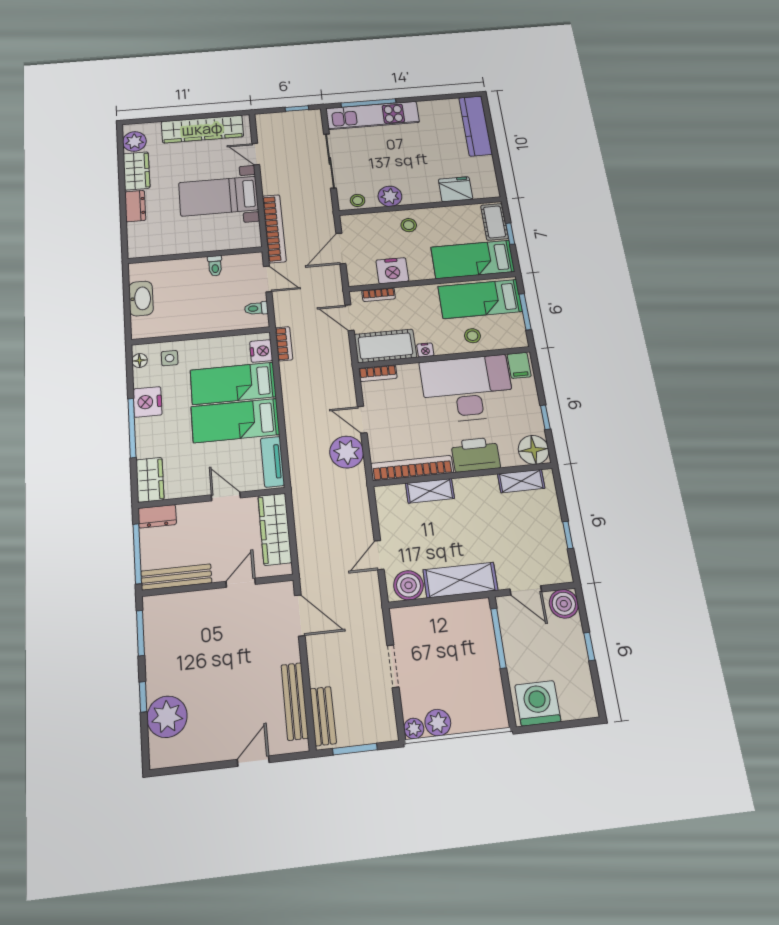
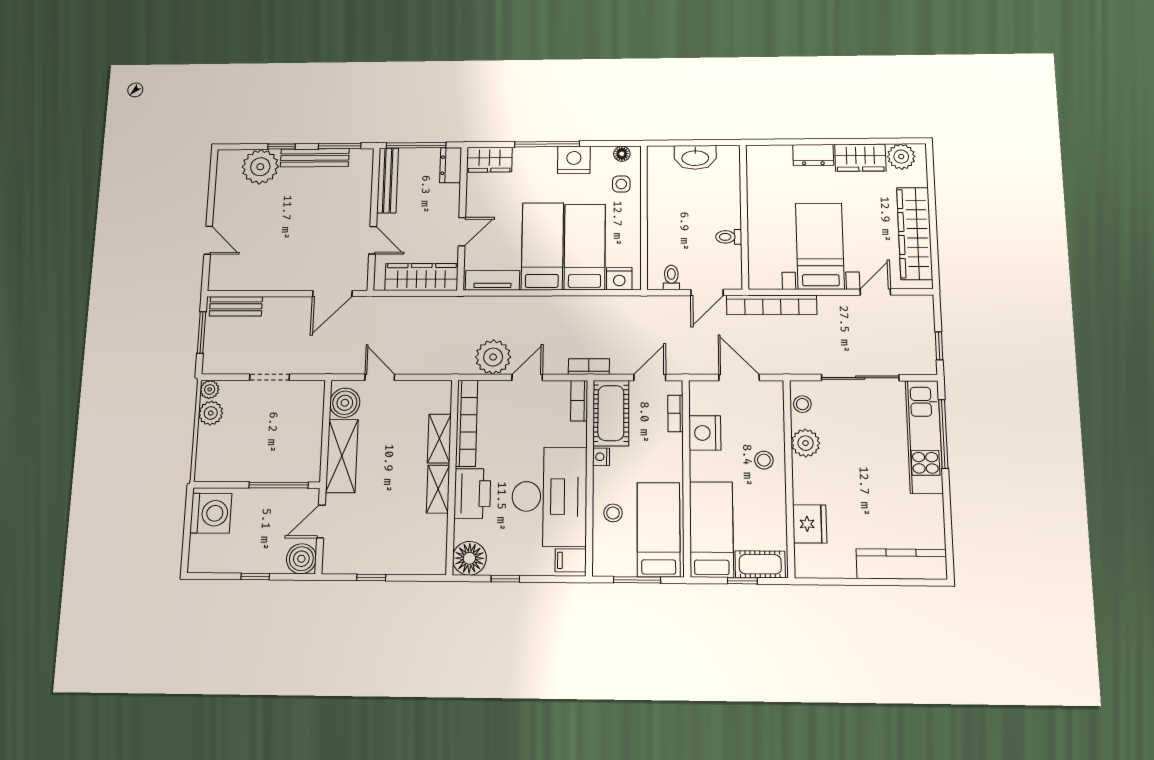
bookcase: (284, 344) -> (589, 367), moved, turned 180
shelving: (521, 481) -> (438, 489), moved
bench: (295, 701) -> (315, 158), moved

